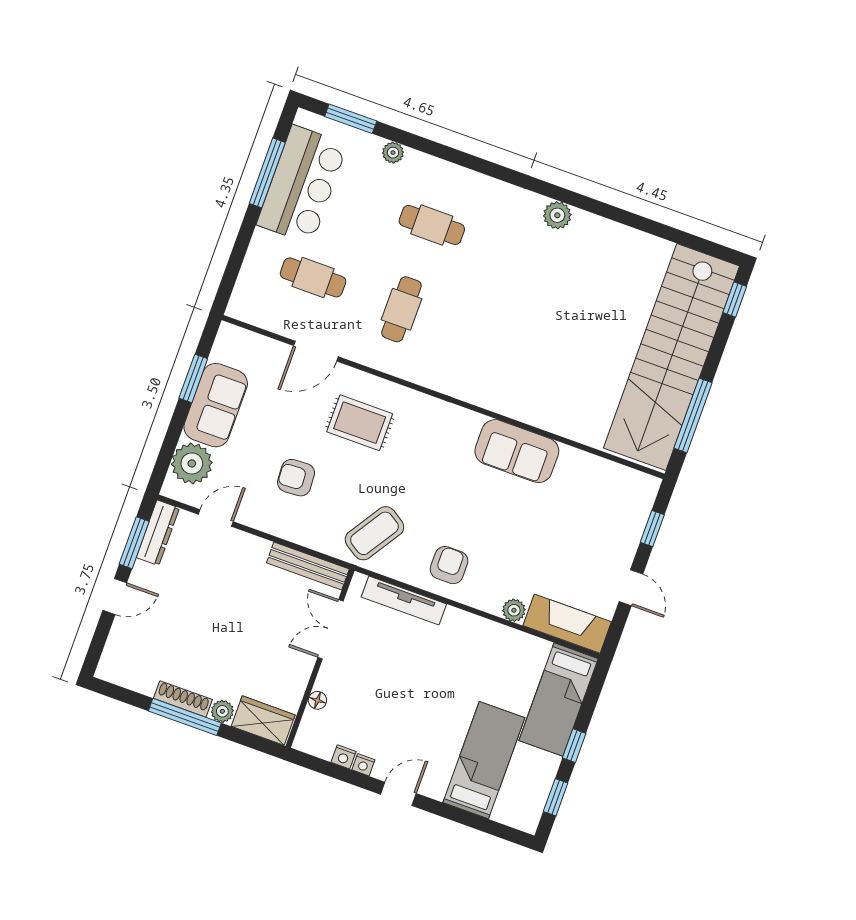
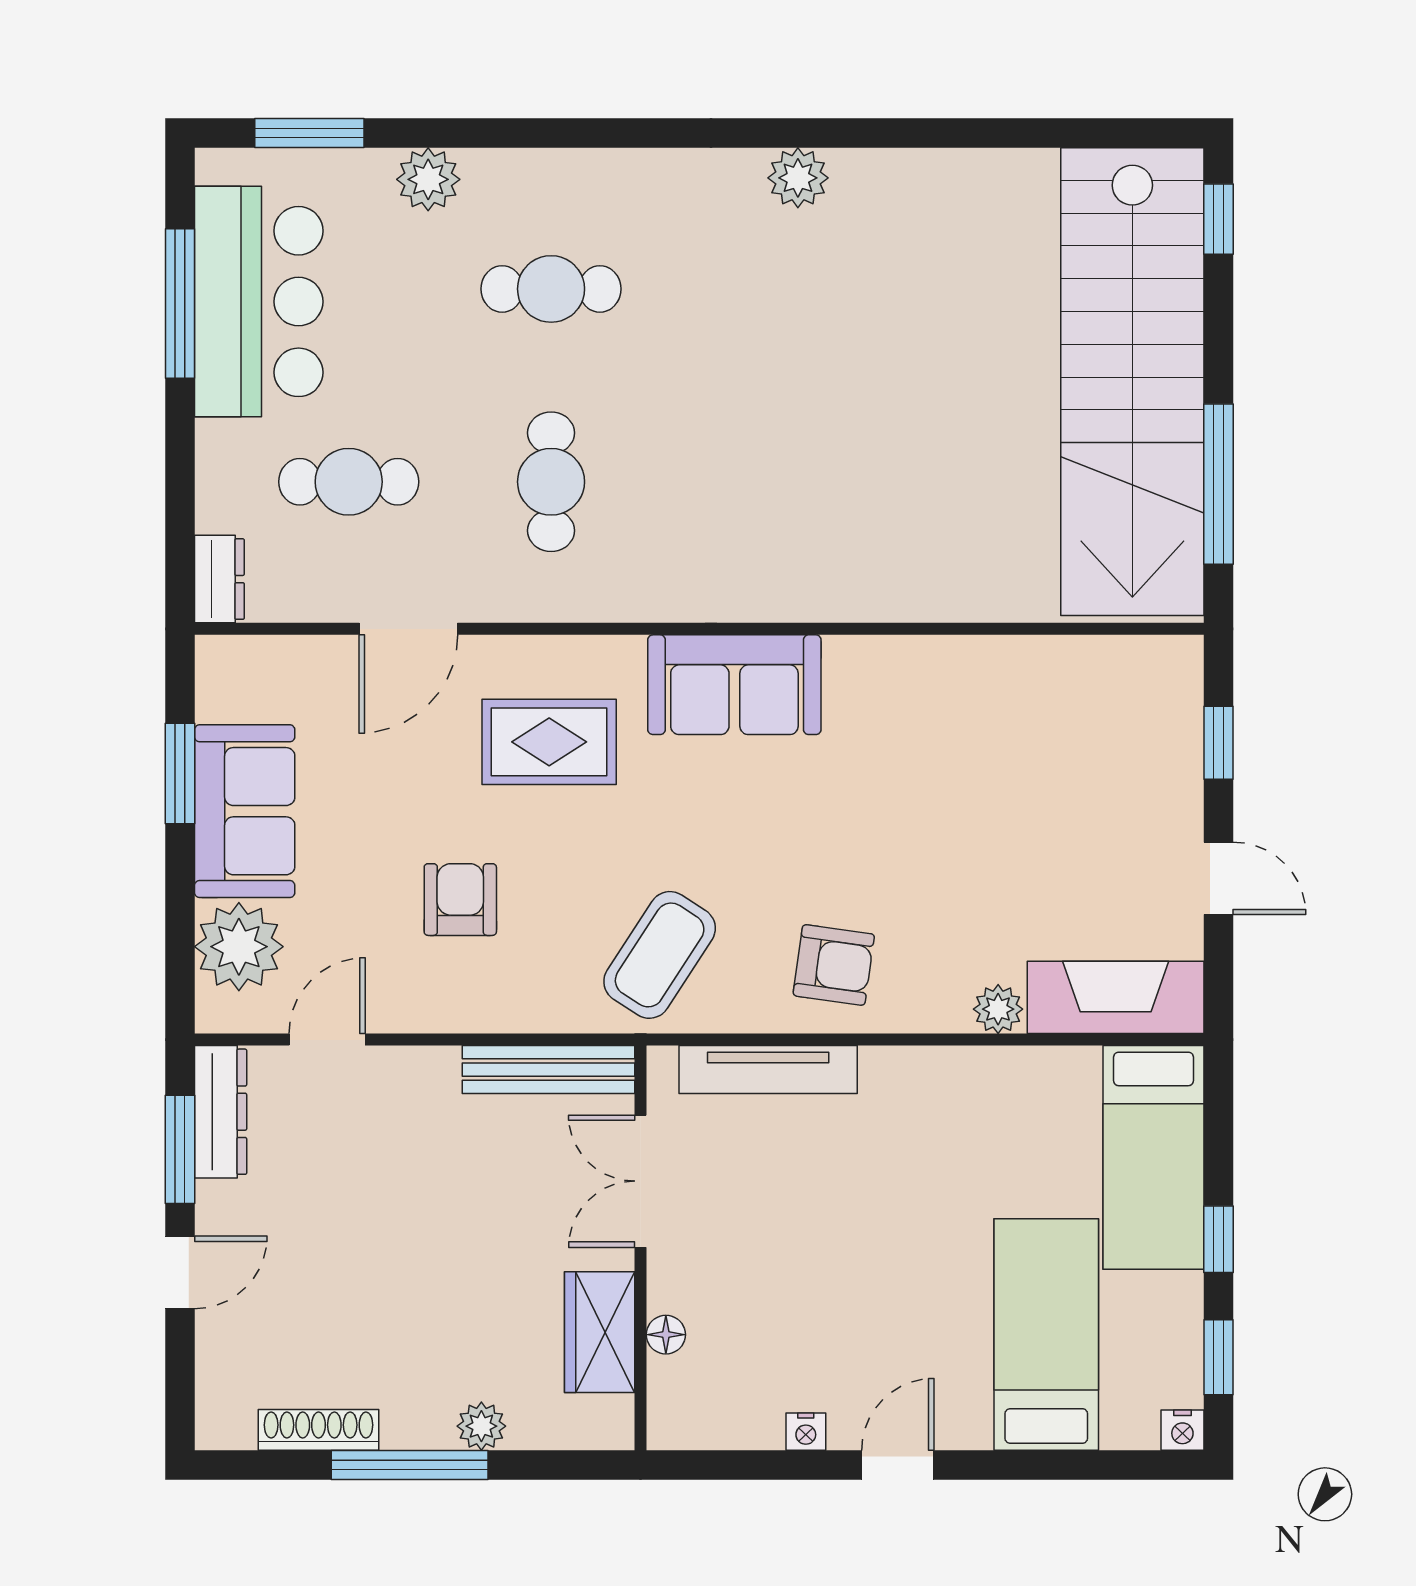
plant: (393, 153) -> (428, 179), width x1.38, depth x1.38
dresser: (241, 300) -> (219, 579), added
sofa: (517, 451) -> (734, 685), moved
armchair: (296, 478) -> (460, 900), turned 93
armchair: (449, 565) -> (834, 965), turned 98
shoe rack: (183, 699) -> (319, 1430), moved
wardrobe: (263, 721) -> (600, 1332), moved, turned -90
nightstand: (344, 757) -> (1182, 1430), moved

